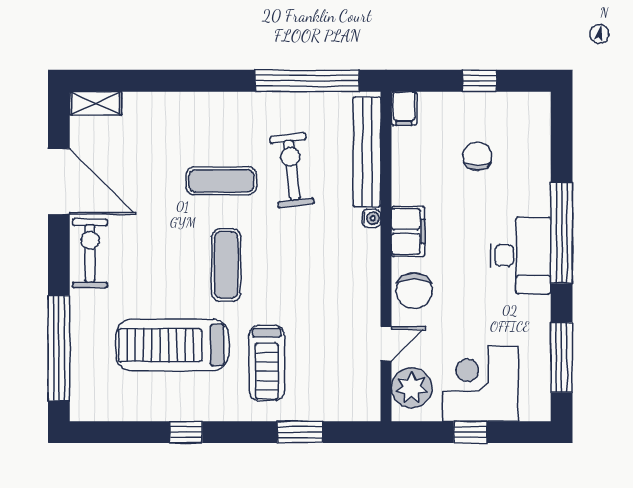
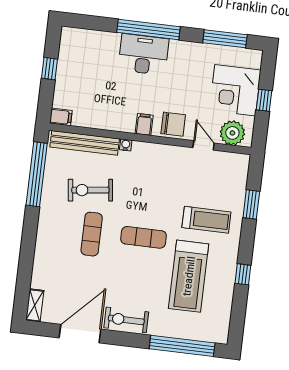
chair: (477, 156) -> (95, 76), removed
filing cabinet: (408, 231) -> (144, 124), width x0.50
desk: (521, 255) -> (143, 54), moved

